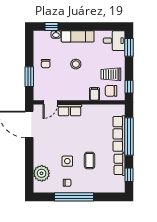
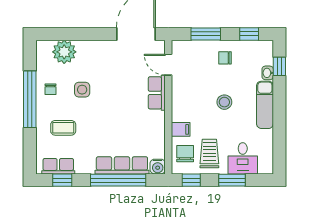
desk: (114, 41) -> (243, 158), moved
window: (29, 47) -> (249, 34), added
window: (129, 47) -> (232, 180), moved
water cooler: (120, 110) -> (158, 167), added
coffee table: (90, 160) -> (63, 128), moved
row of seats: (120, 164) -> (58, 166), moved

